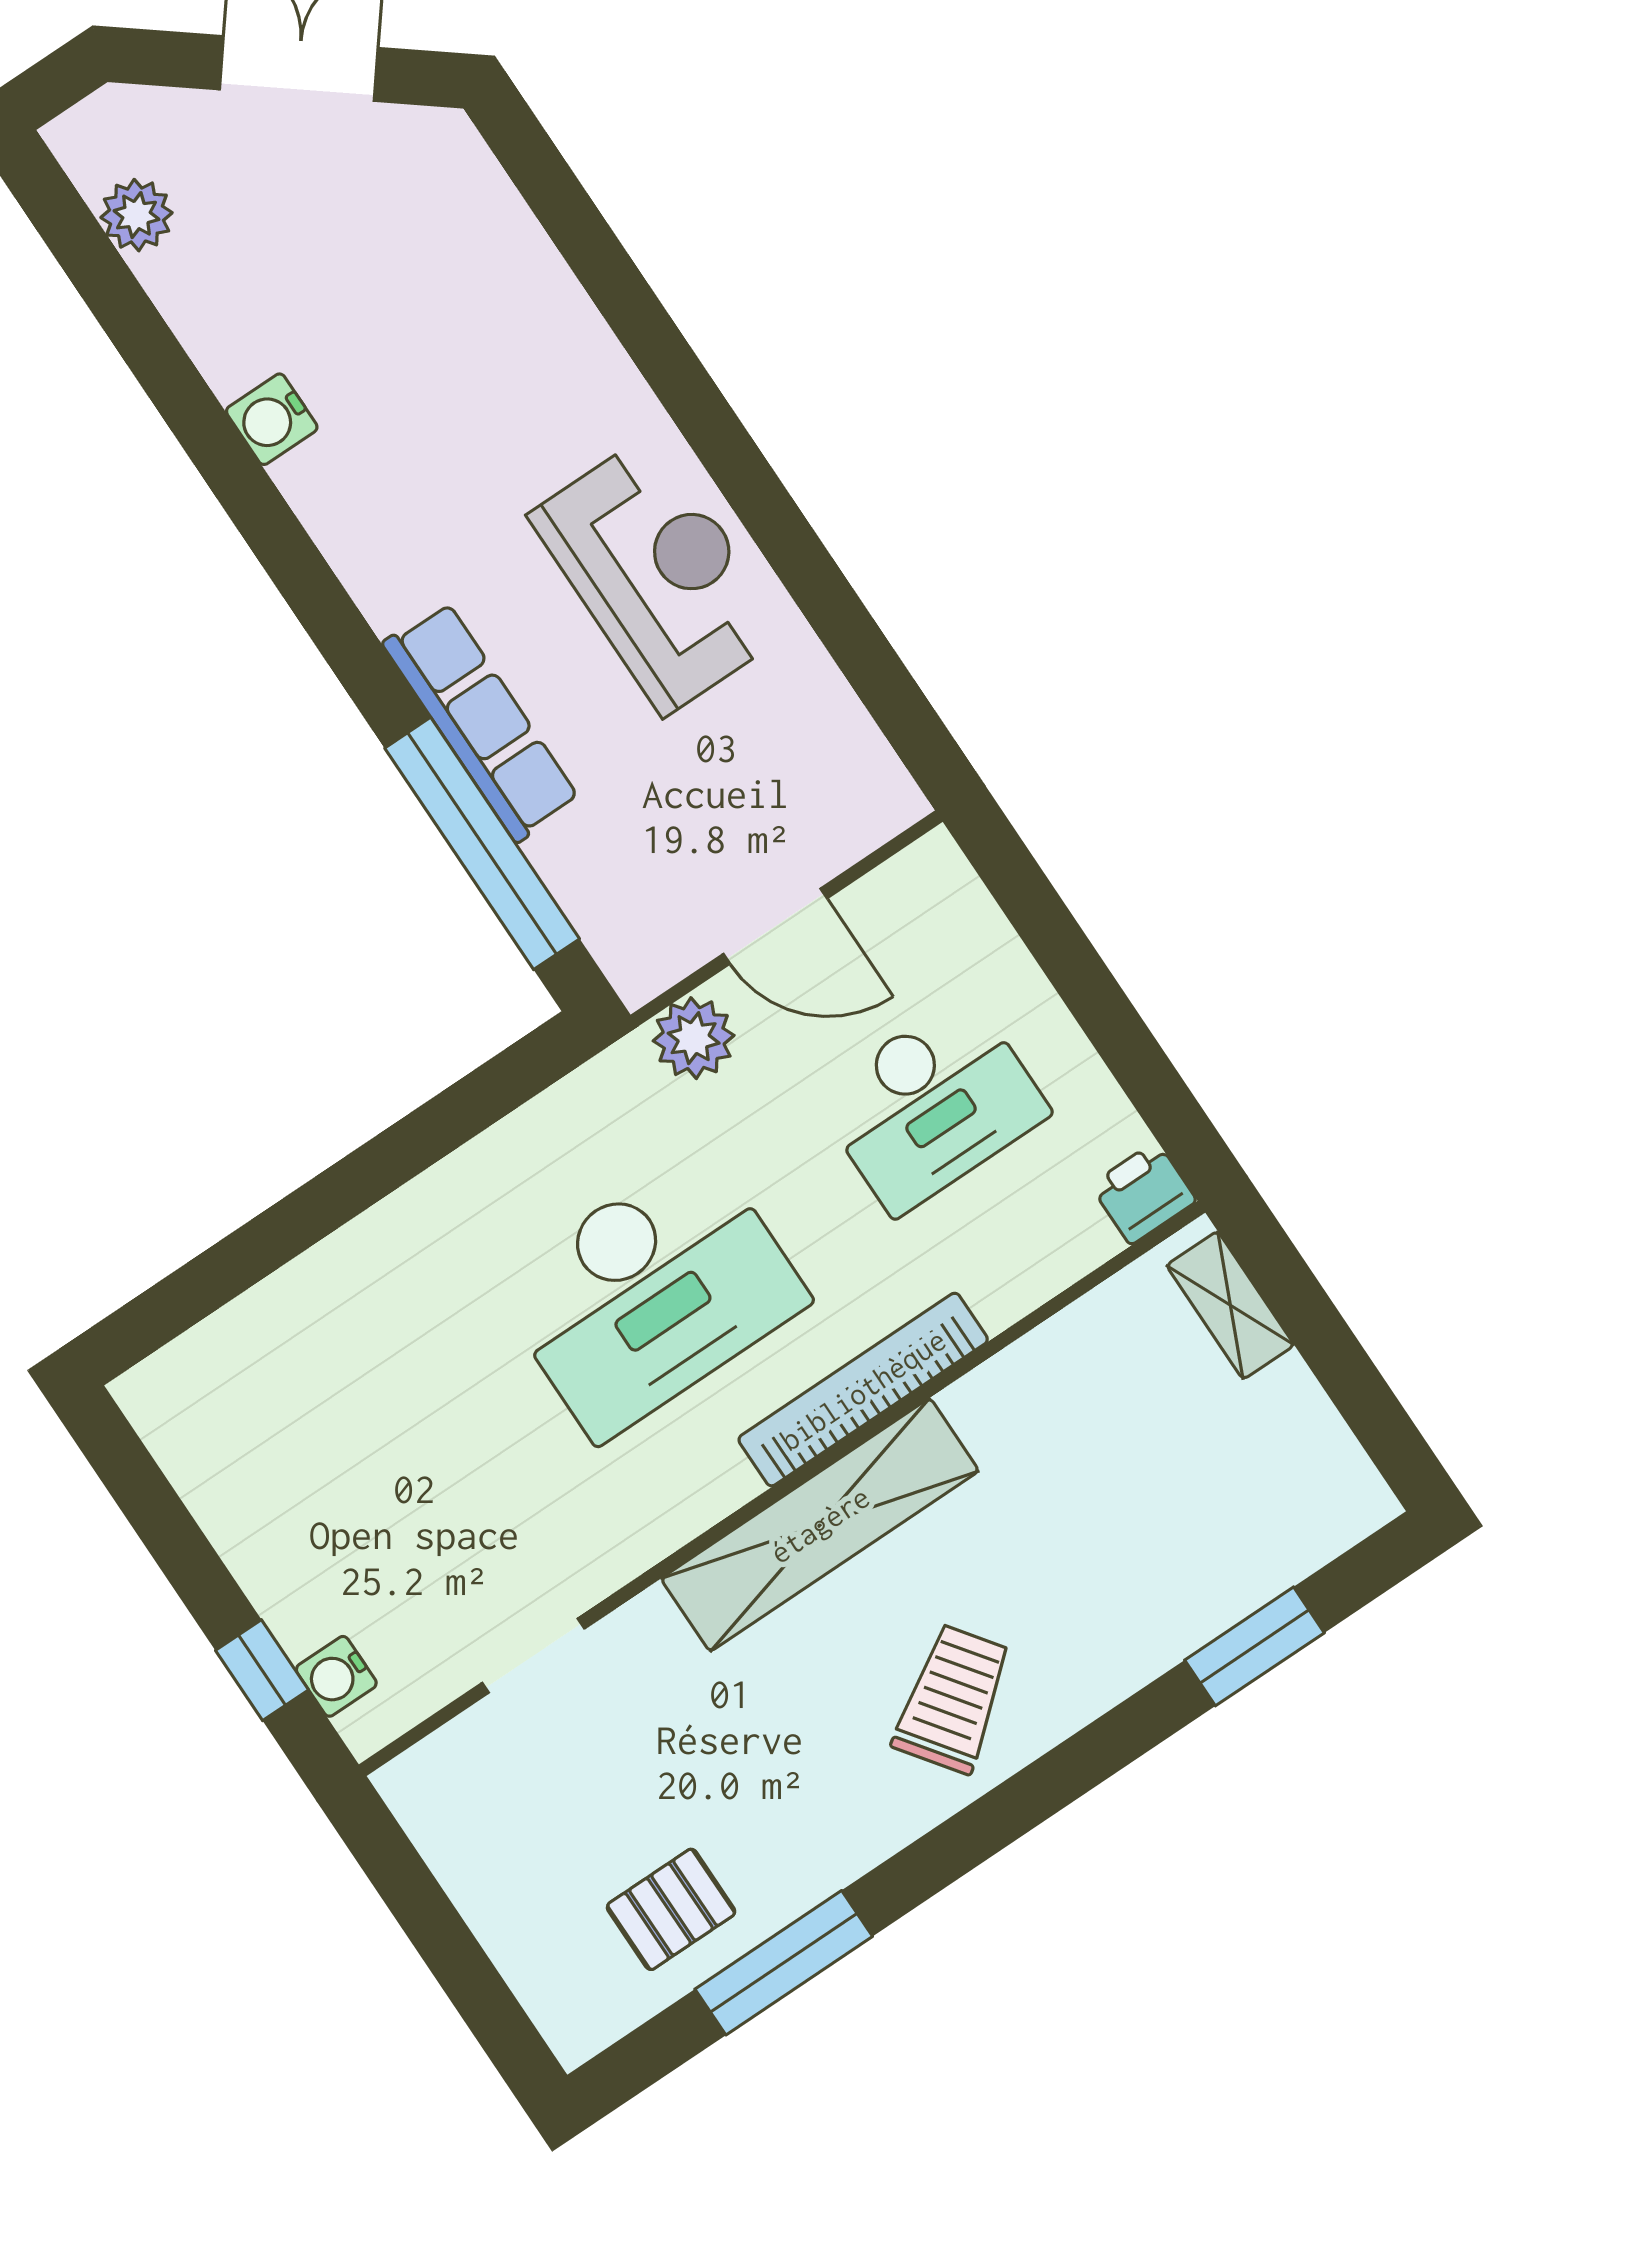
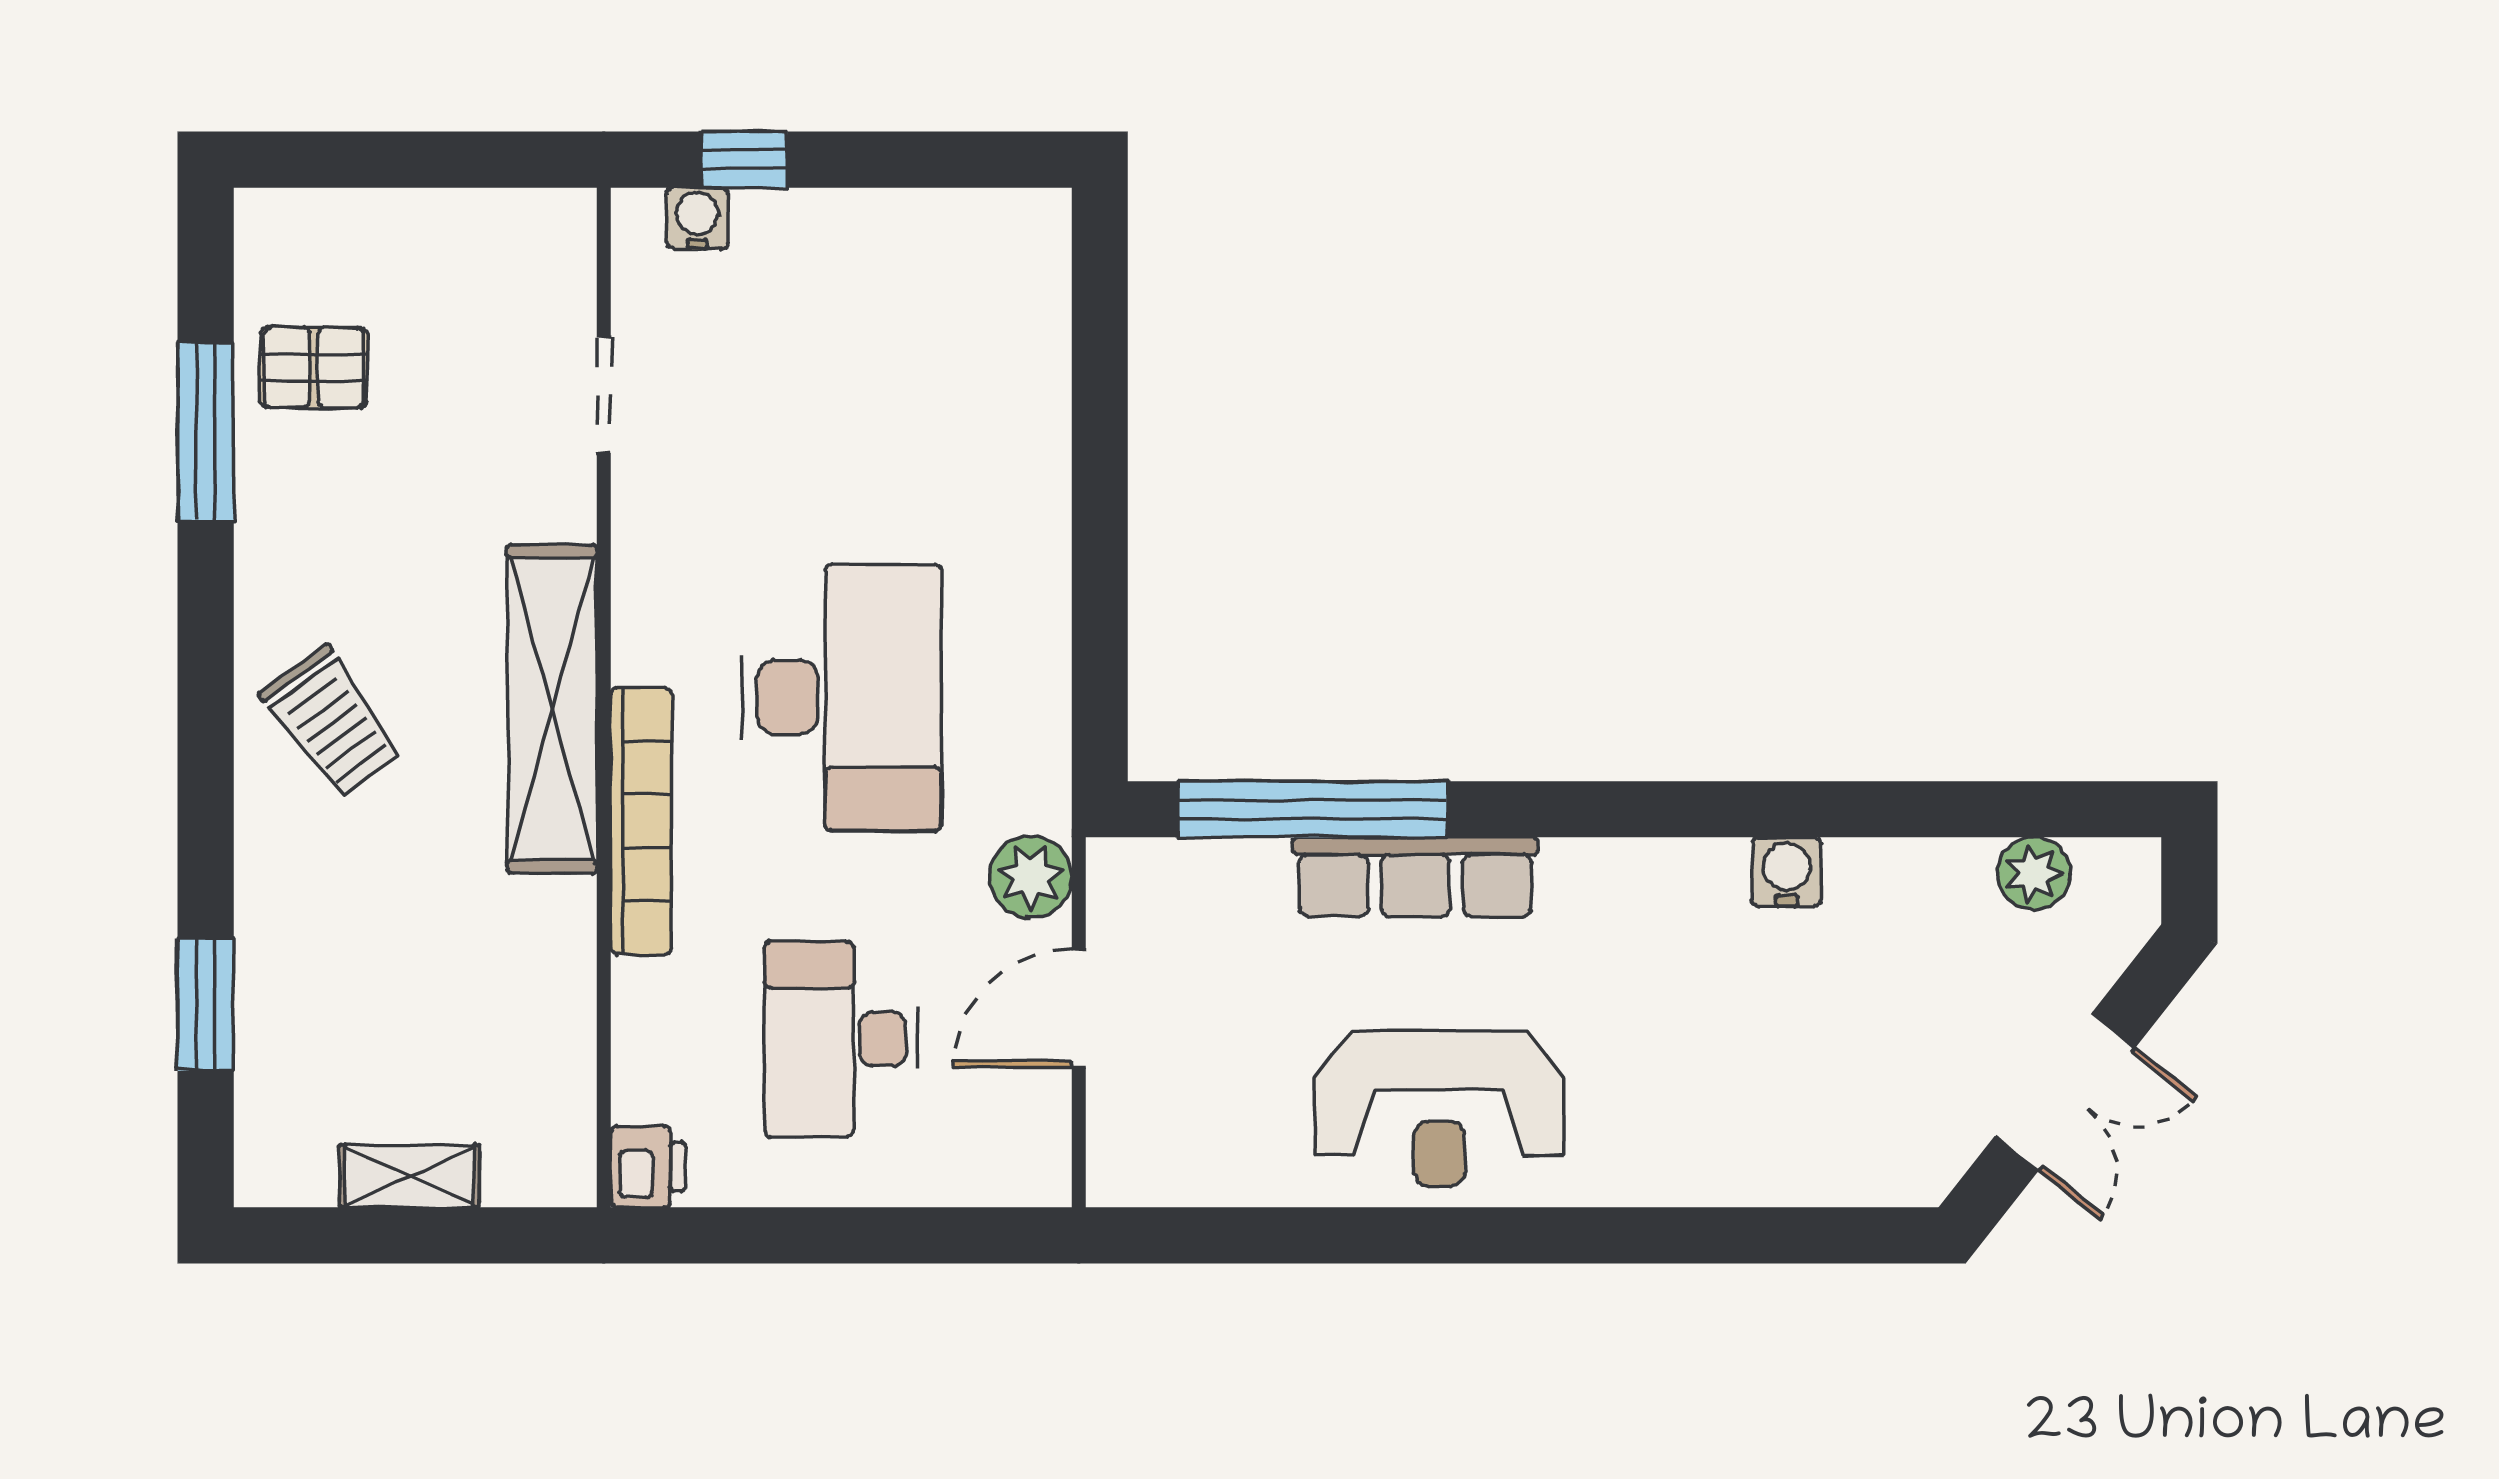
desk: (651, 1293) -> (841, 698), turned 180
shelving: (1230, 1305) -> (410, 1176), moved
pallet: (671, 1909) -> (314, 368), turned 90

